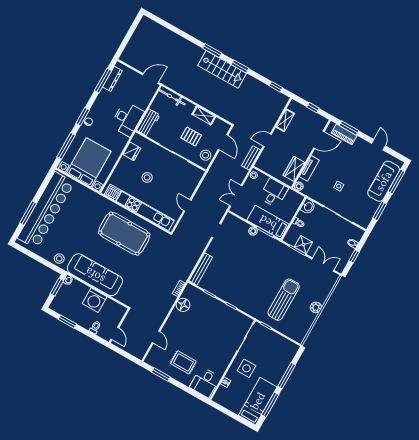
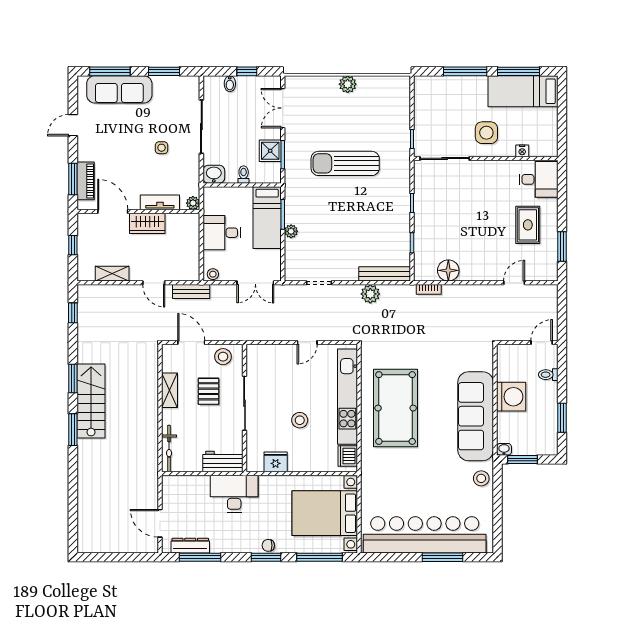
door: (151, 79) -> (160, 523), moved
door: (223, 142) -> (191, 343), hinge flipped
wardrobe: (294, 169) -> (147, 223), moved
plant: (194, 255) -> (370, 294), added
sun lounger: (284, 300) -> (345, 163), moved

